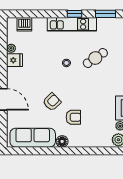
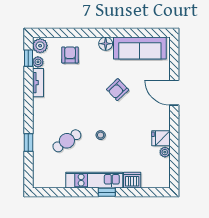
window: (75, 14) -> (107, 192), moved
window: (106, 14) -> (55, 192), removed
dishwasher: (24, 24) -> (132, 180), moved
armchair: (73, 117) -> (70, 55), moved, turned 90

